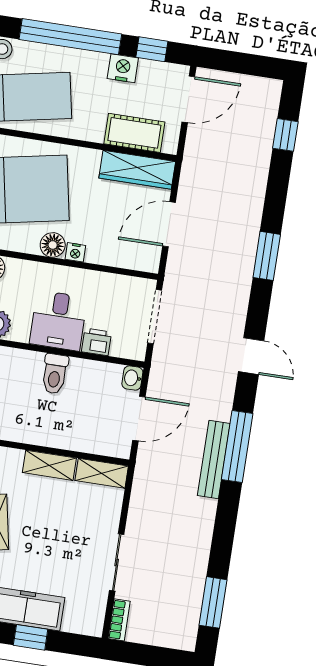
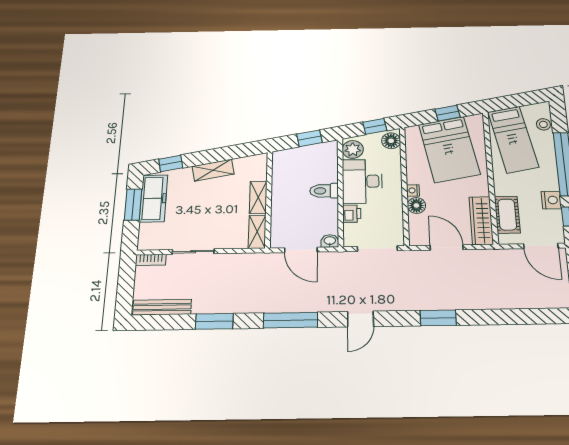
window: (285, 135) -> (532, 316), removed
floor lamp: (53, 245) -> (416, 205), moved
desk: (58, 321) -> (362, 181), width x1.37
bench: (214, 460) -> (162, 307), moved
window: (213, 602) -> (214, 321), moved
window: (31, 637) -> (133, 205), width x1.50

